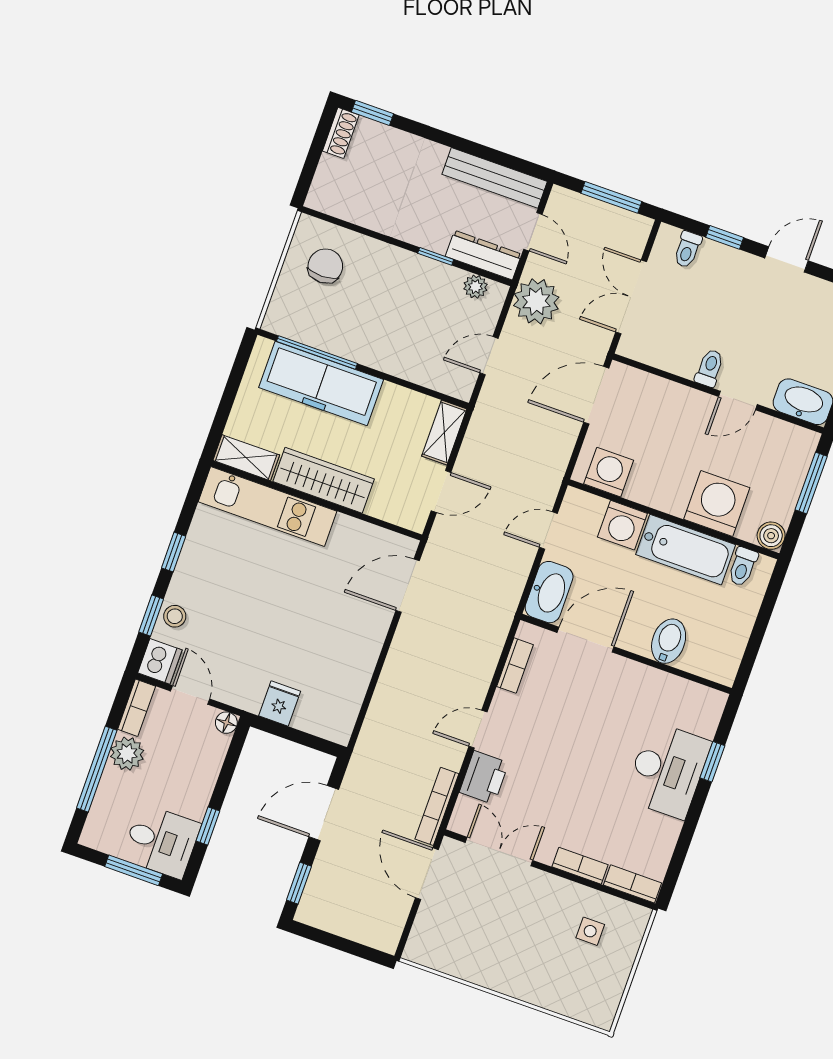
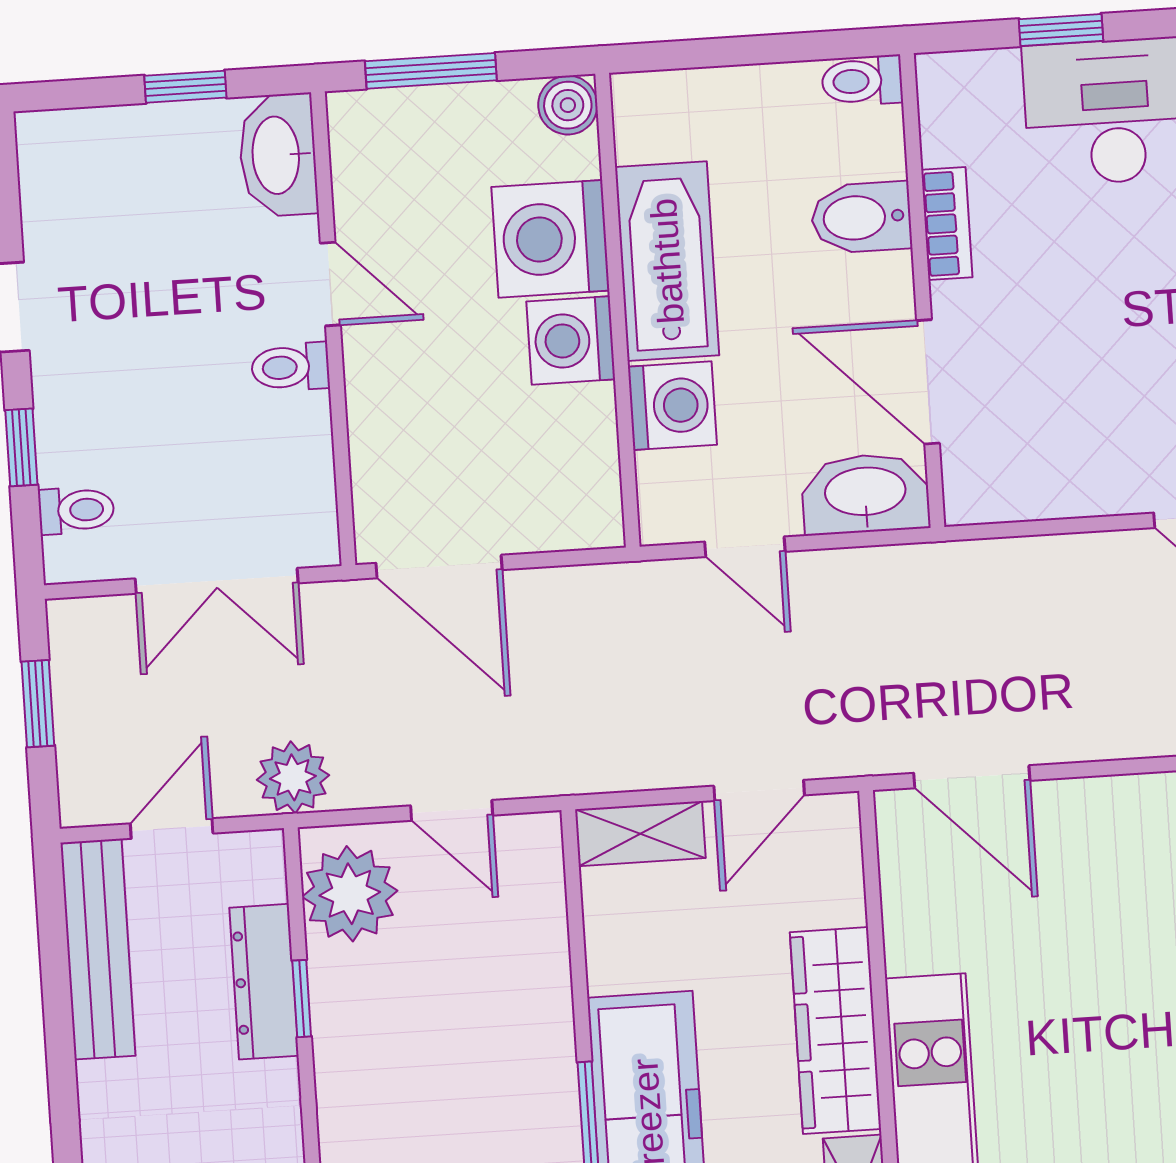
window: (611, 197) -> (38, 704), width x0.67
dresser: (483, 255) -> (264, 982), moved
plant: (475, 287) -> (350, 894), width x1.88, depth x1.88
plant: (536, 301) -> (293, 777), width x0.73, depth x0.73
washing machine: (609, 472) -> (571, 340), moved
door: (441, 492) -> (759, 791), swing flipped
toilet: (743, 567) -> (862, 81), moved, turned 180
bookcase: (515, 666) -> (947, 224), moved, turned 90

